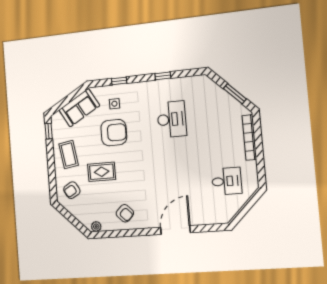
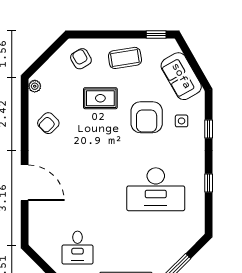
desk: (172, 119) -> (156, 189), width x1.36, depth x1.30
rug: (102, 172) -> (100, 98), turned 90

